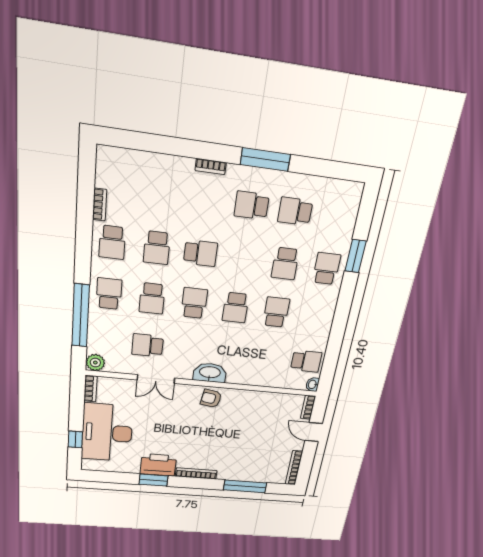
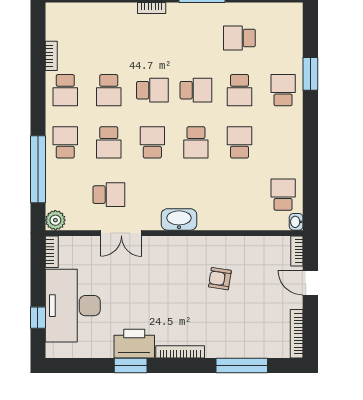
school desk: (252, 205) -> (196, 90), moved, turned 180
school desk: (148, 345) -> (109, 195), turned 180
school desk: (306, 361) -> (283, 195), turned -90
armchair: (211, 398) -> (220, 279), moved

